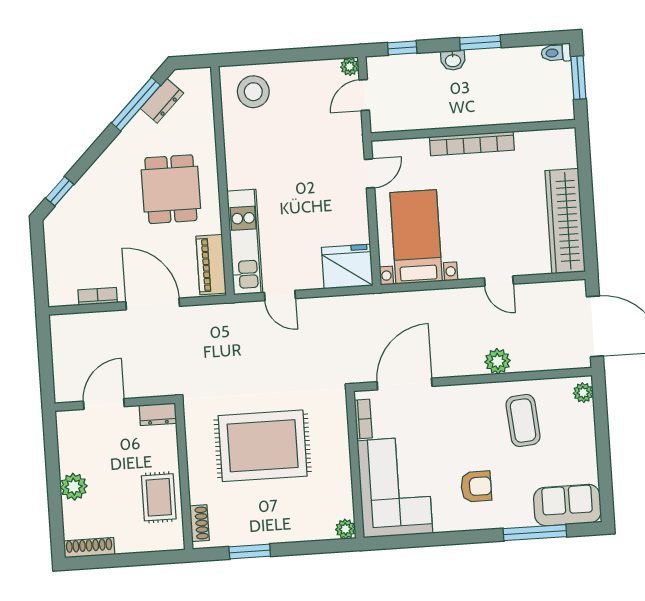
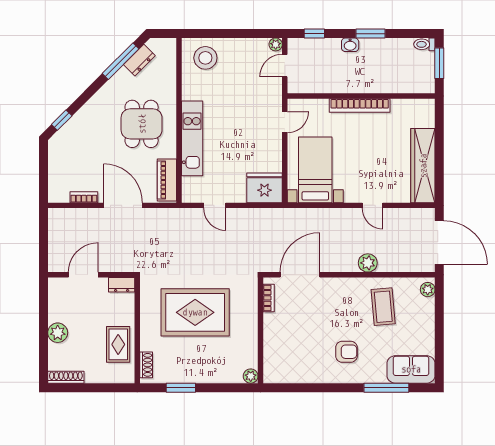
kitchen unit: (245, 242) -> (192, 138), moved
corner sofa: (395, 487) -> (288, 348), removed

